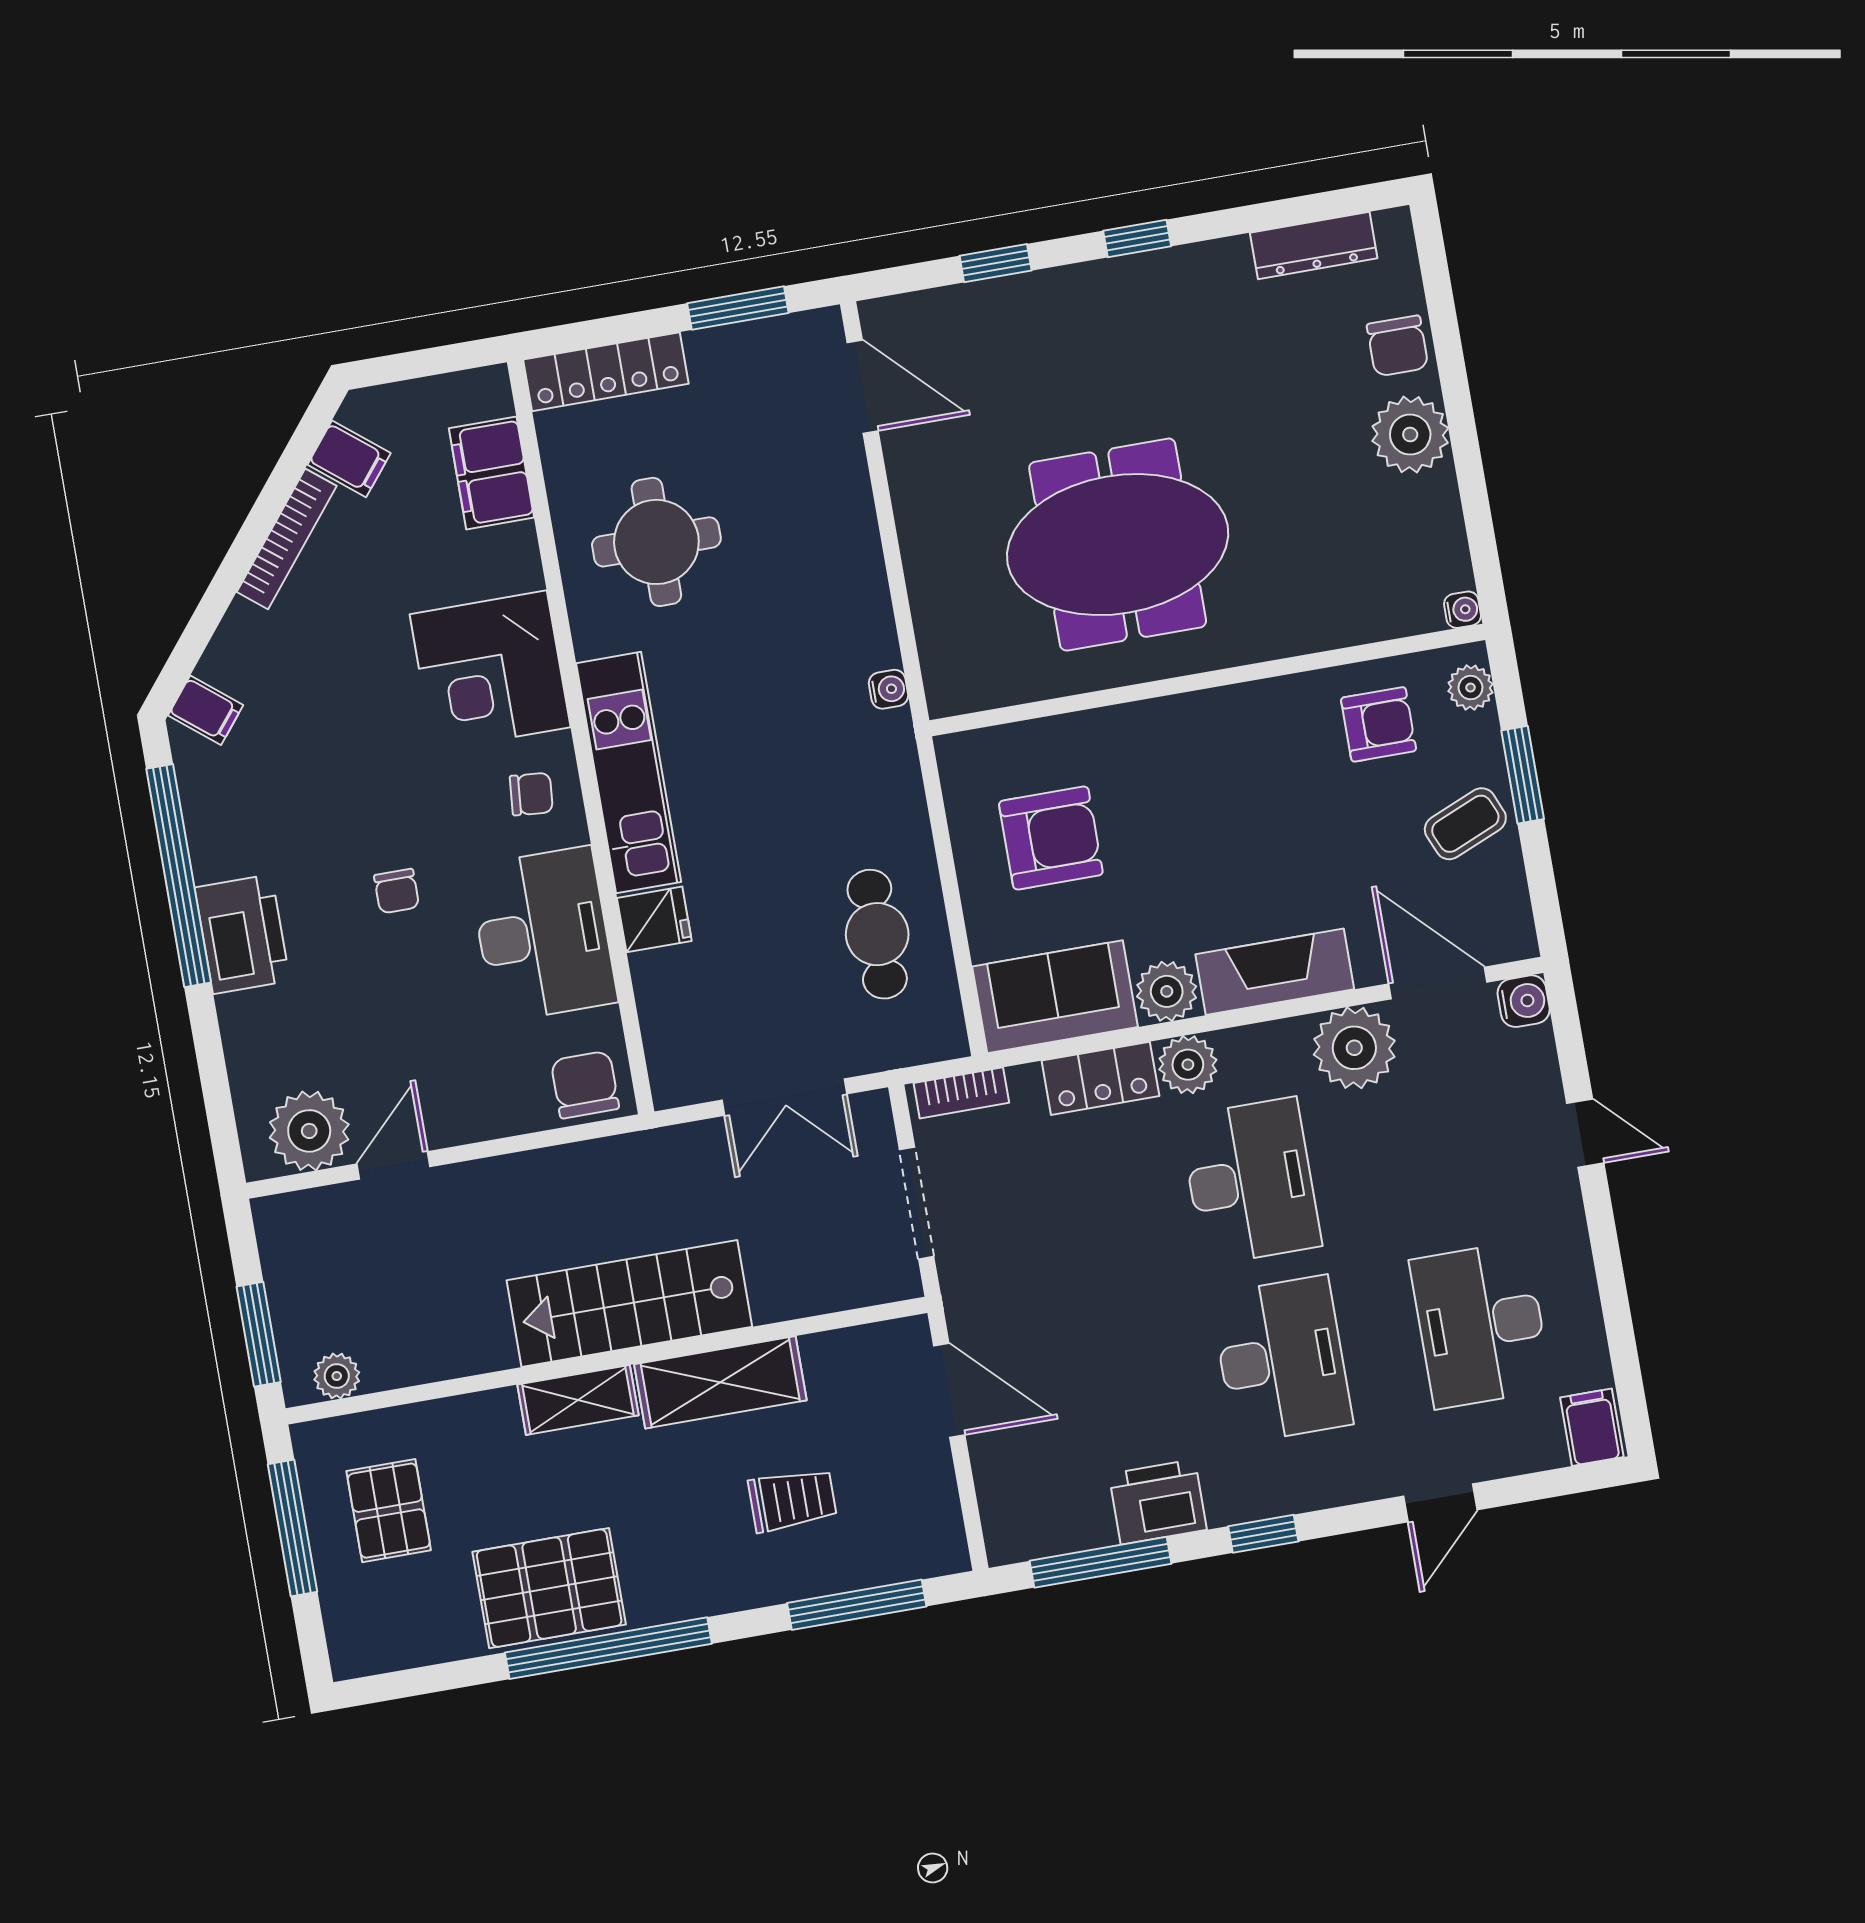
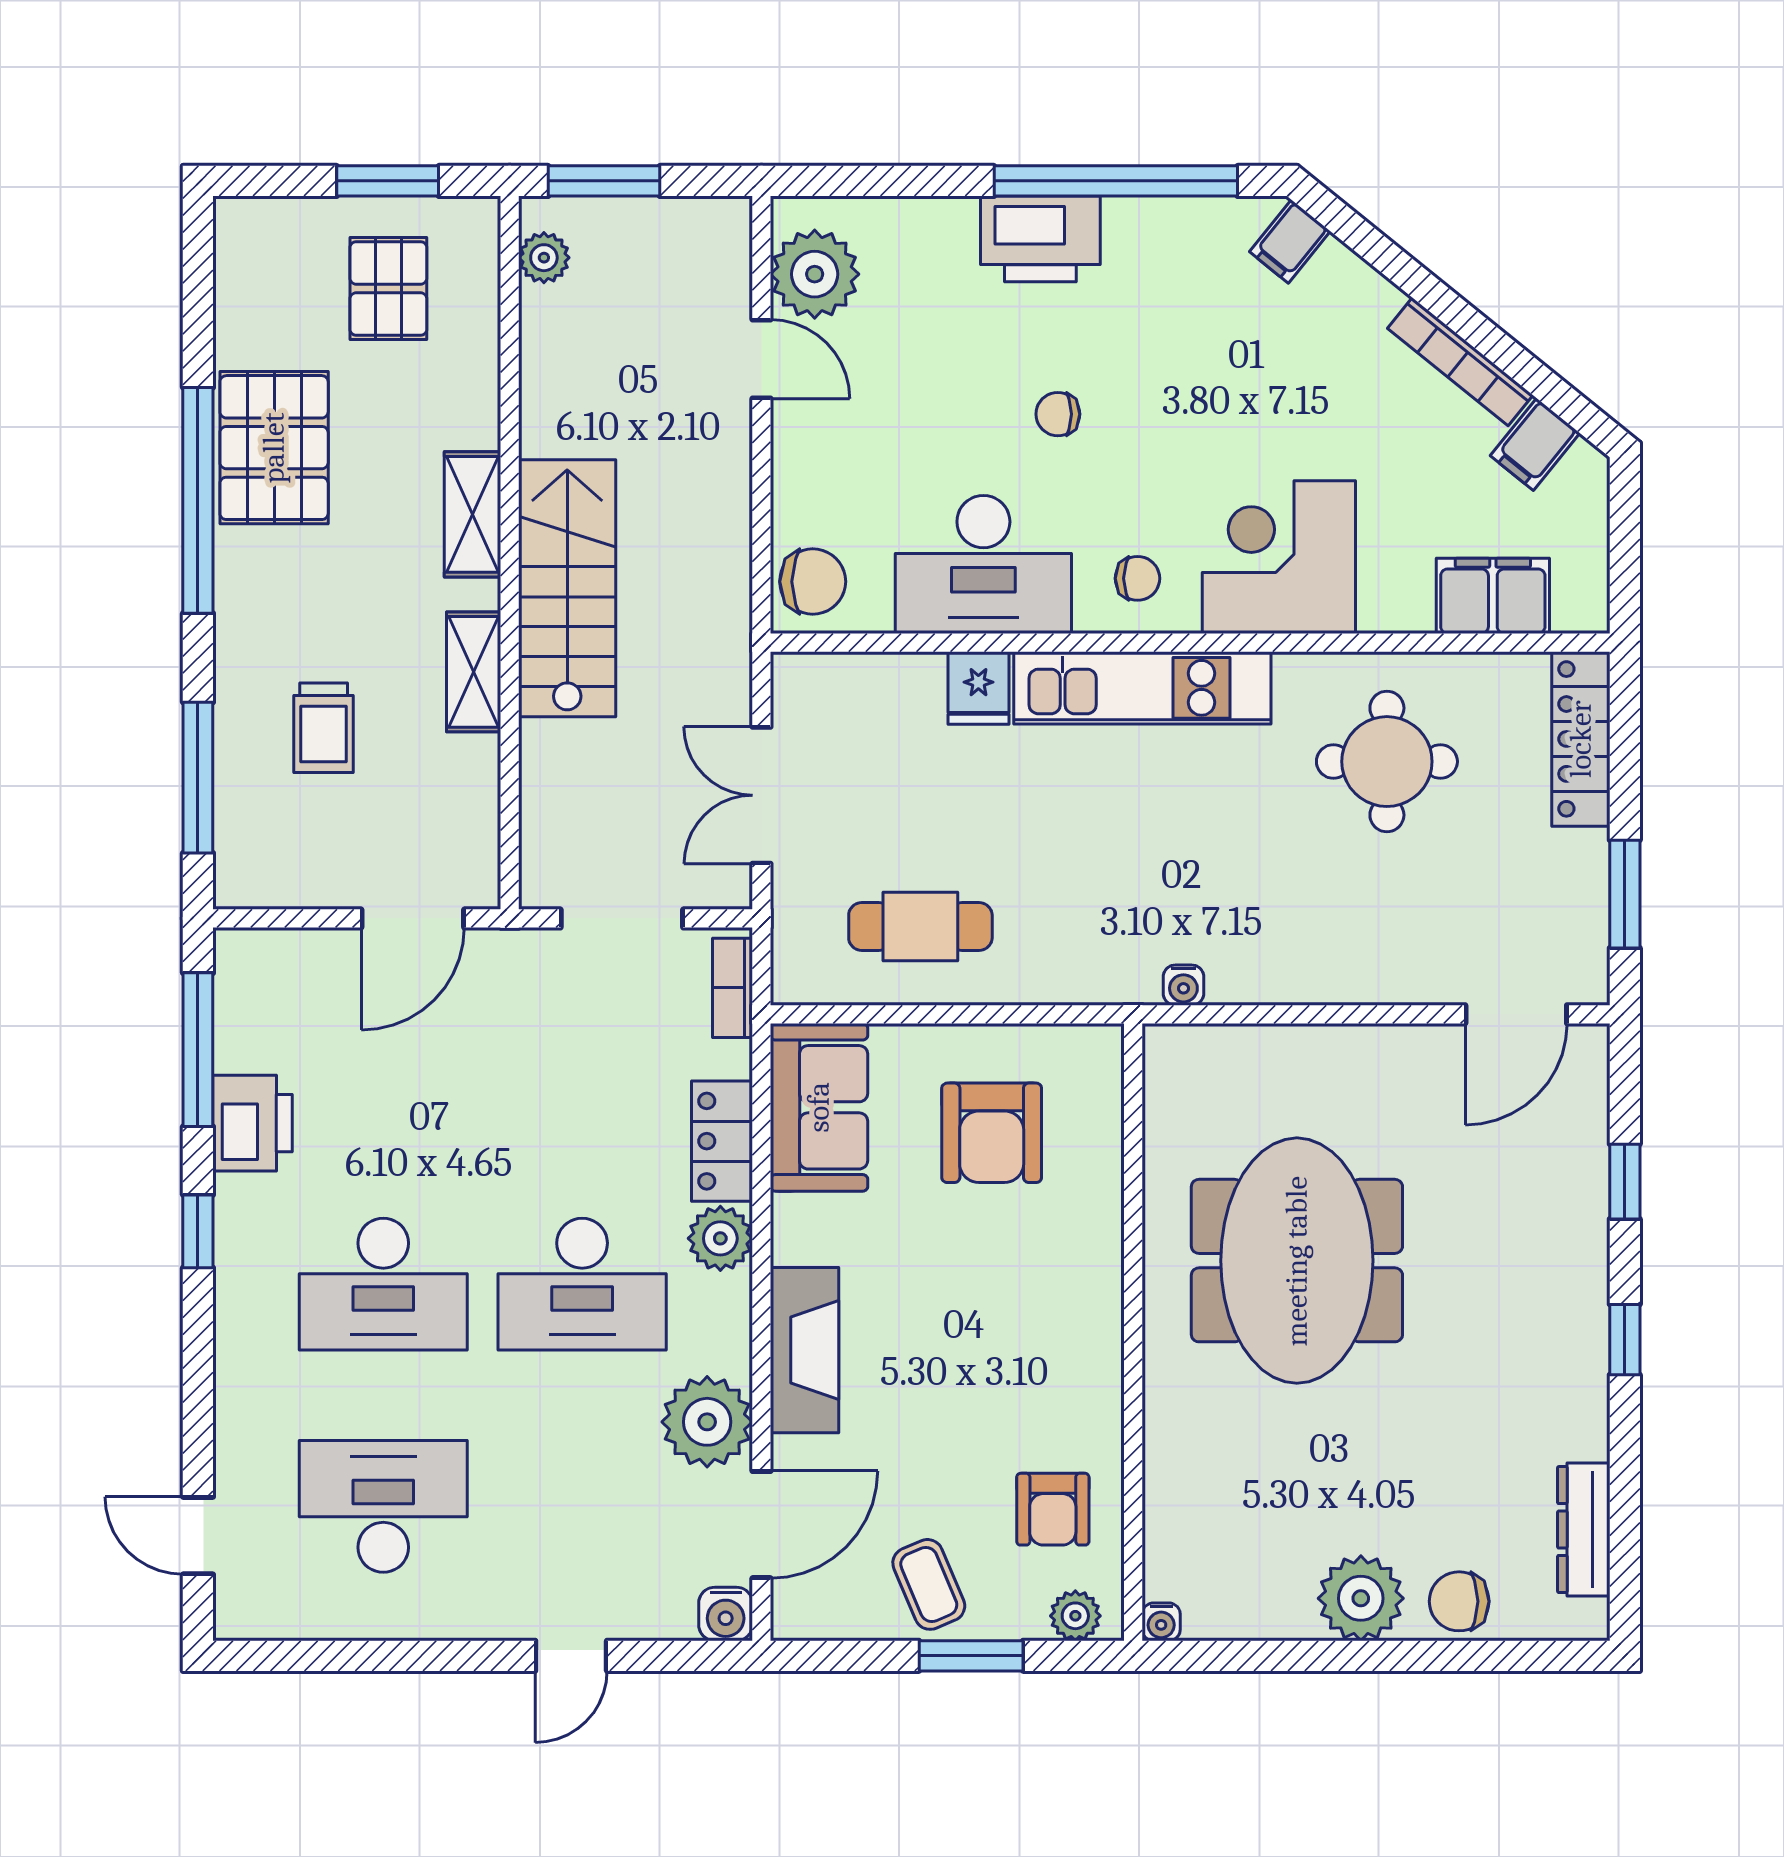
chair: (531, 794) -> (1137, 578), turned -95
plant: (1167, 991) -> (804, 1229), removed
shelving: (720, 1382) -> (474, 672), width x0.67, depth x0.75
filing cabinet: (1592, 1427) -> (251, 1607), removed
door: (1440, 1503) -> (198, 1536), moved
pallet: (389, 1511) -> (388, 288), turned 90
window: (292, 1528) -> (388, 181), width x0.69

